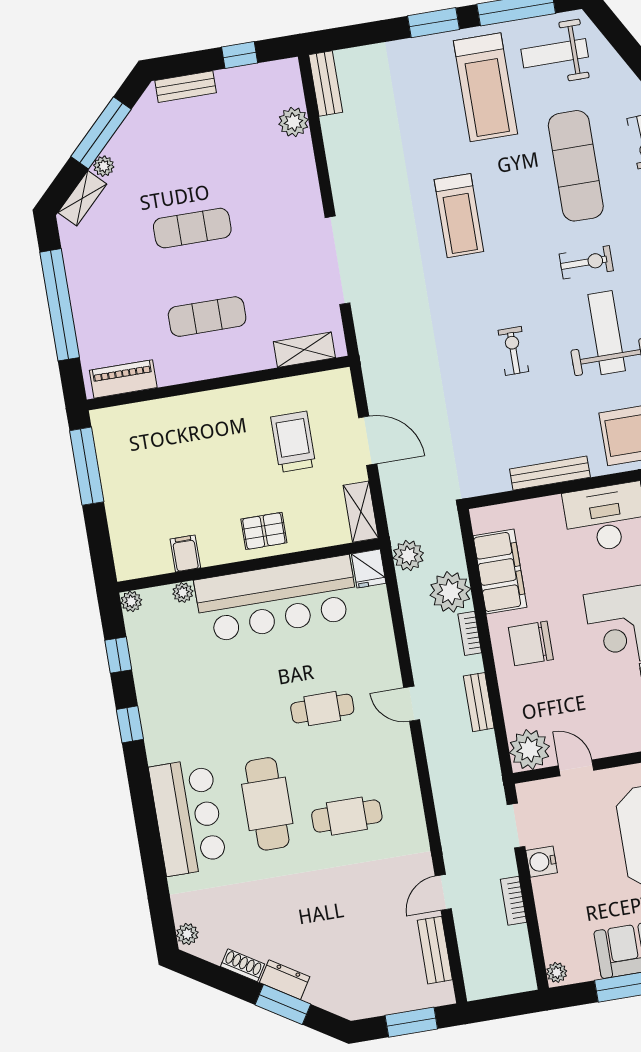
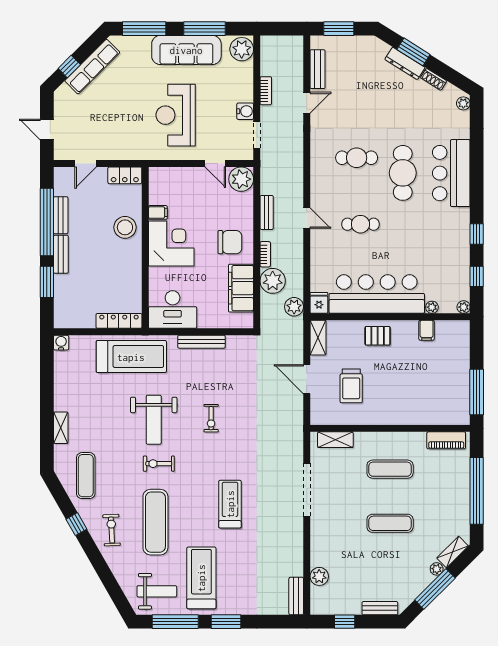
plant: (557, 972) -> (242, 49), width x1.88, depth x1.88
dresser: (285, 980) -> (405, 63), width x1.44

